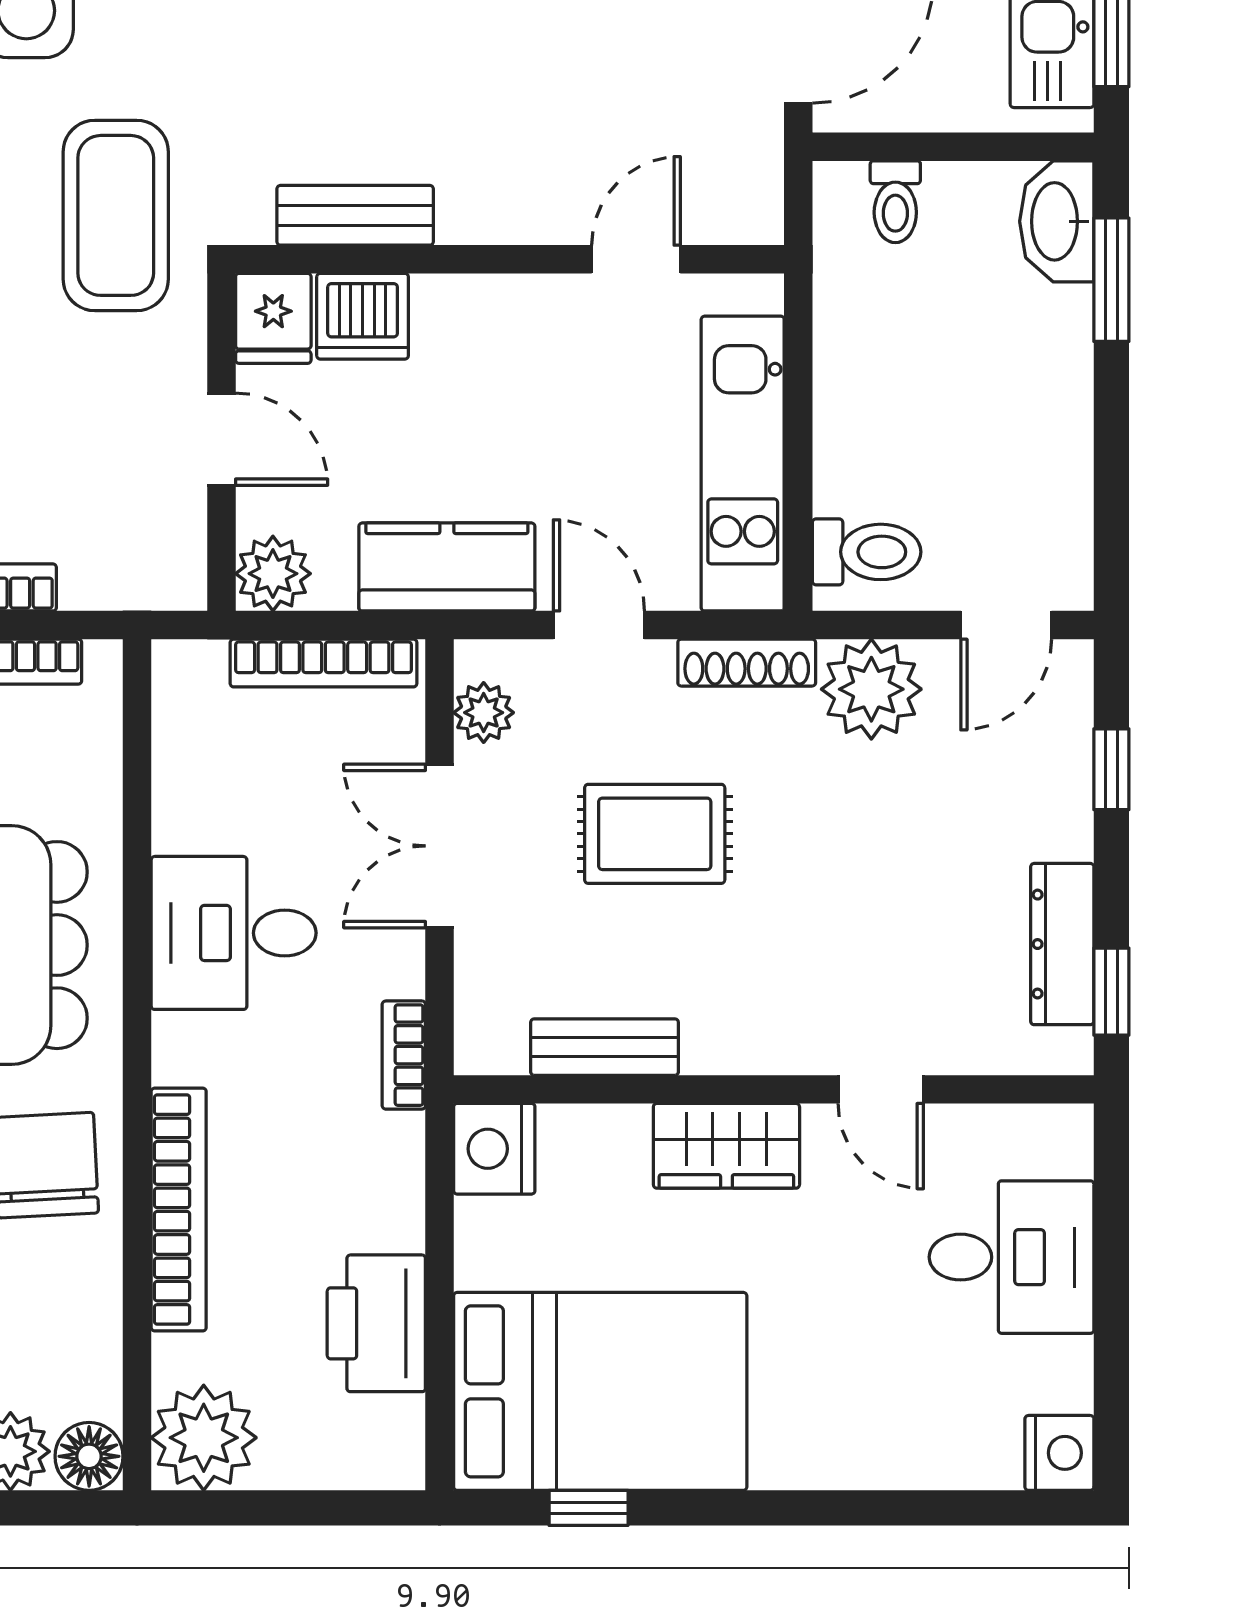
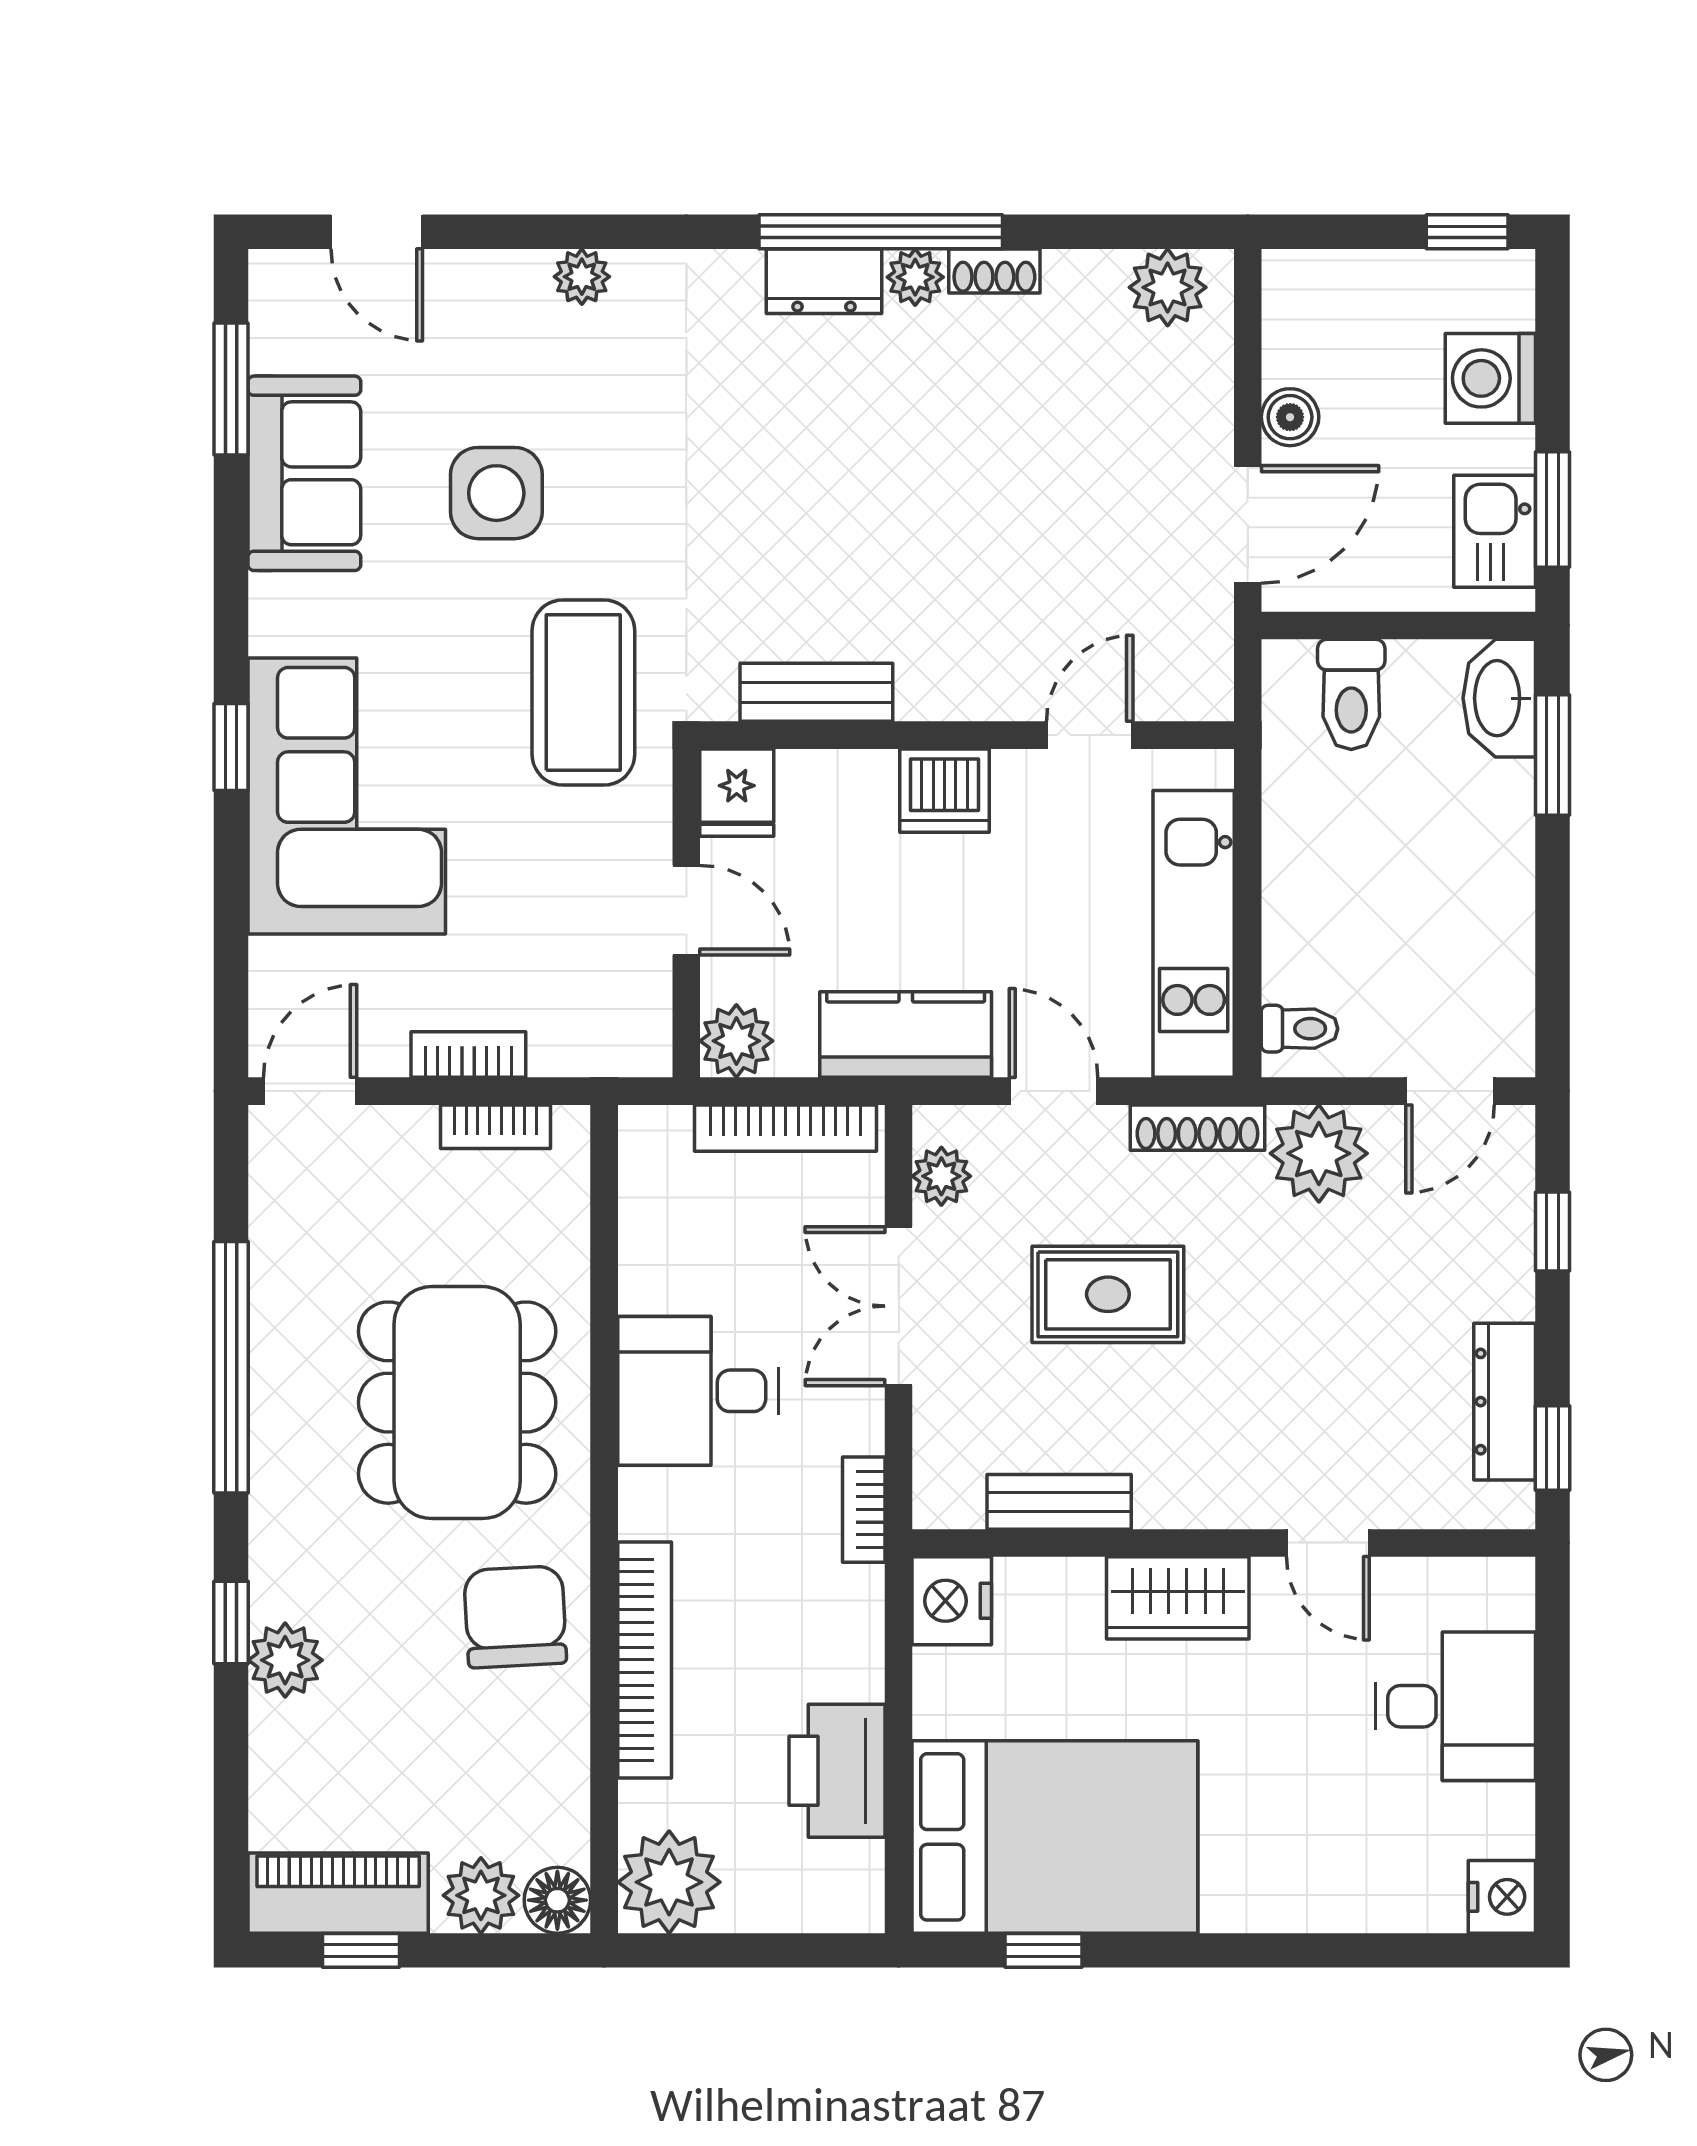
toilet: (895, 202) -> (1351, 694), width x1.37, depth x1.39
dishwasher: (363, 316) -> (944, 791), moved
toilet: (867, 552) -> (1300, 1029), width x0.73, depth x0.72

